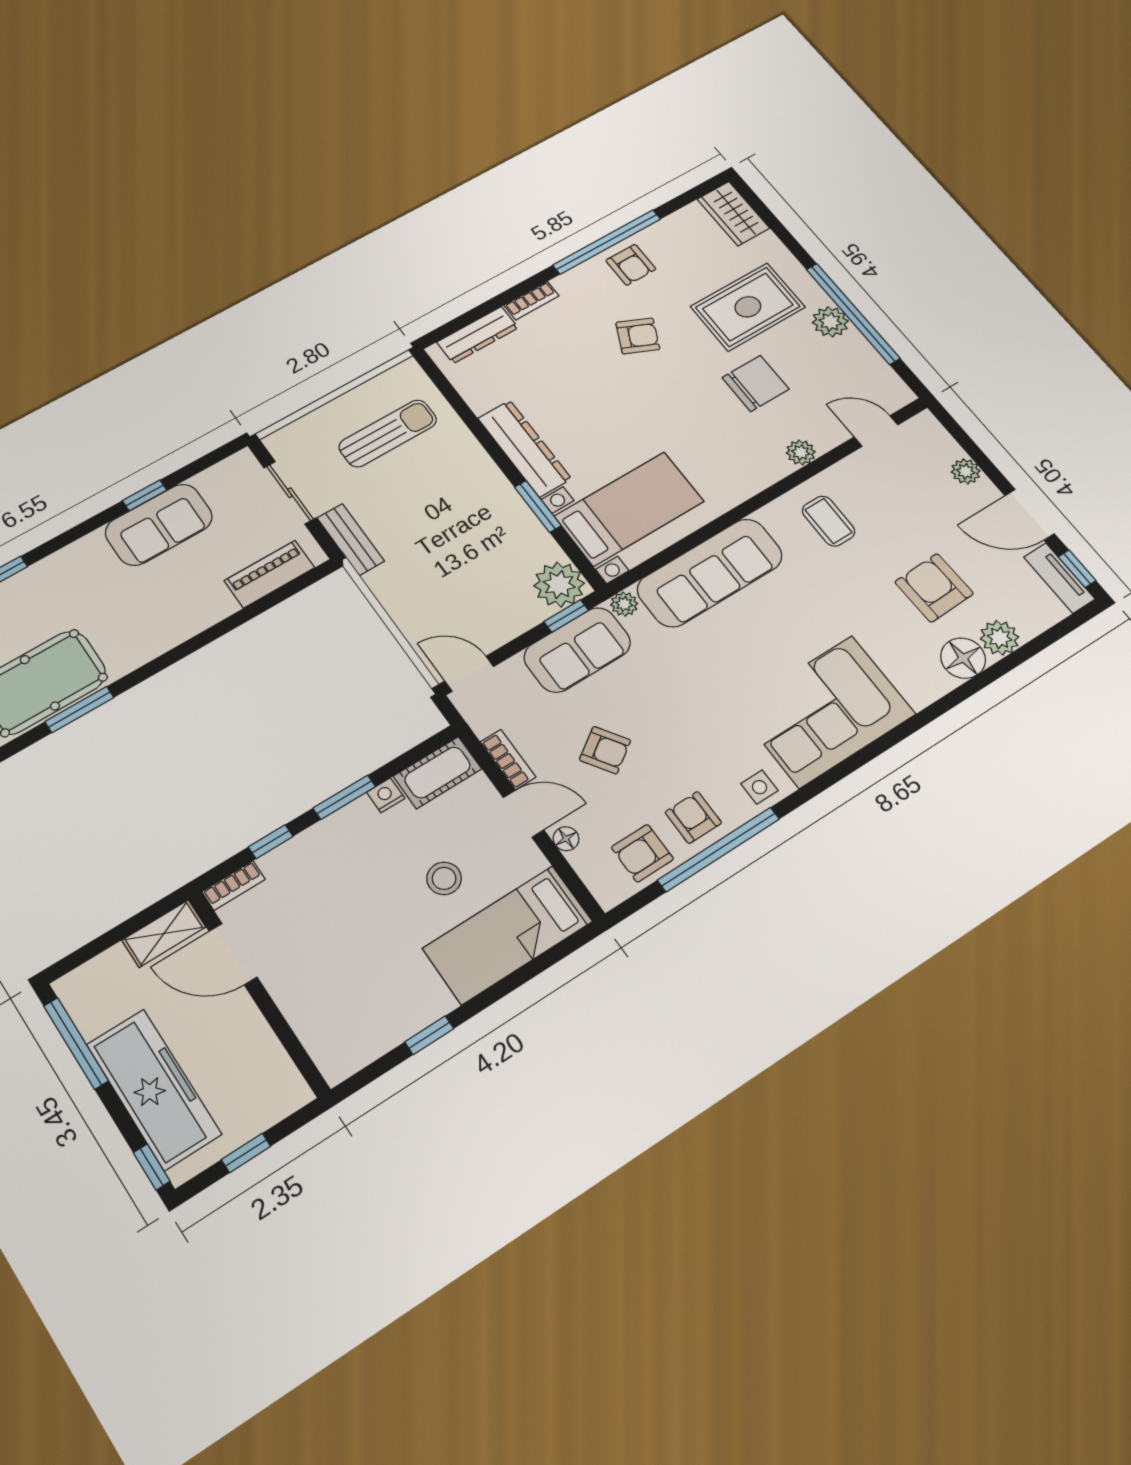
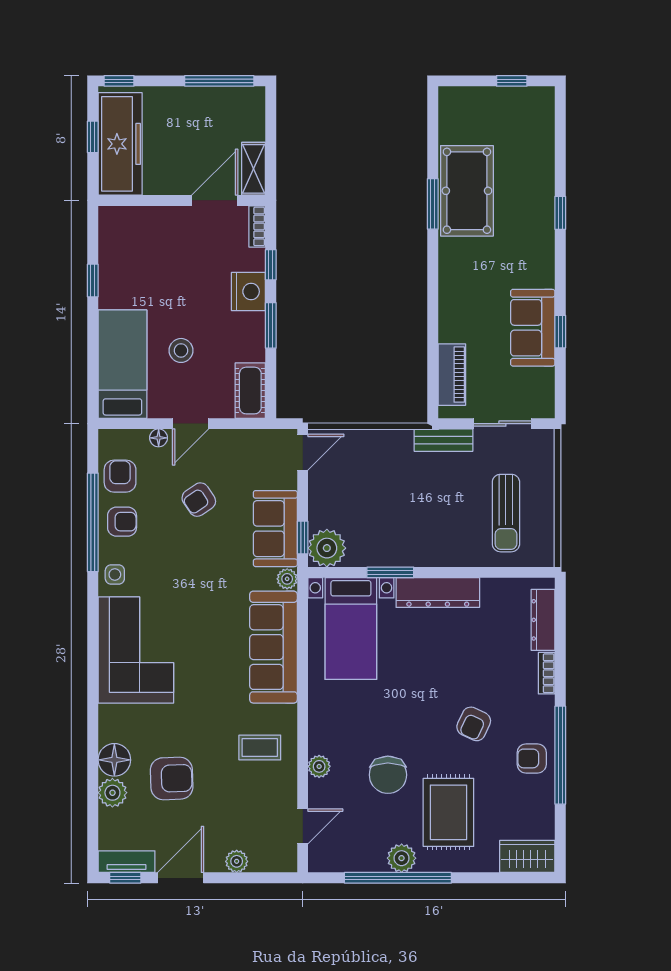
bookcase: (508, 760) -> (231, 438), removed
nightstand: (386, 795) -> (248, 292), moved, width x1.89, depth x1.79
freezer: (154, 1089) -> (120, 144), moved, turned -90

